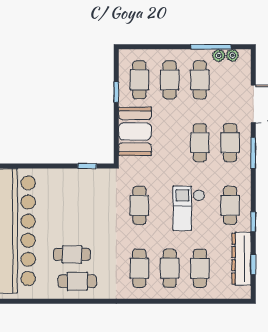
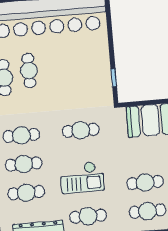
checkout: (189, 208) -> (82, 177), turned 180

